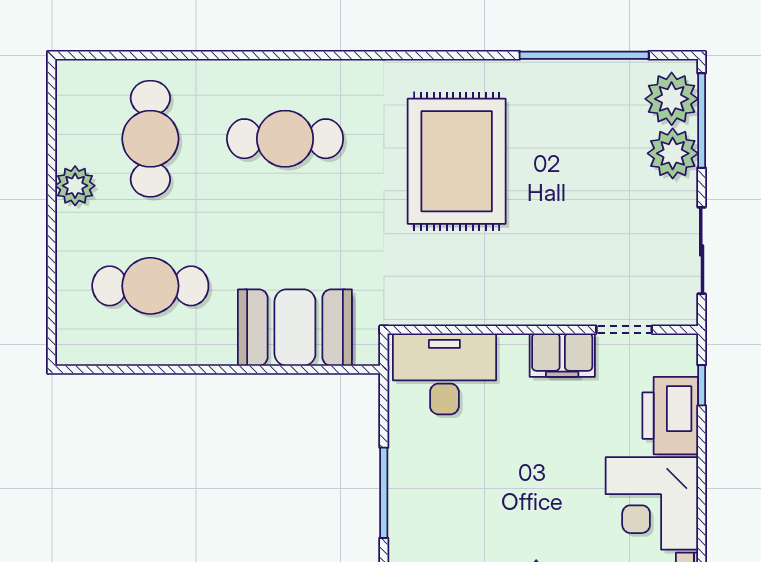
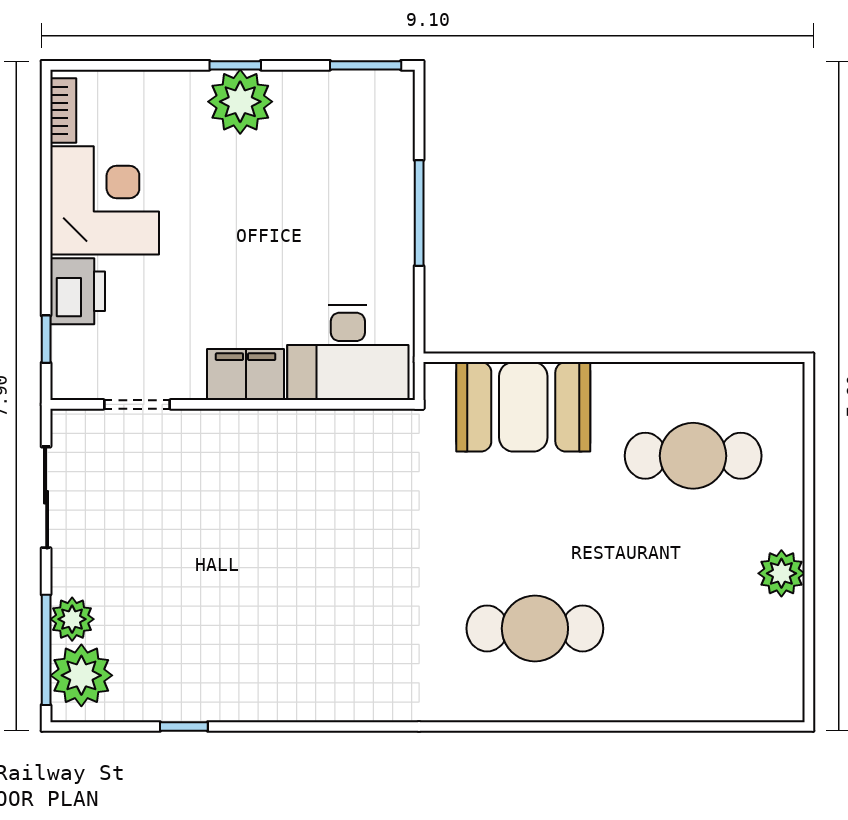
window: (584, 55) -> (184, 726), width x0.32
cafe table: (150, 139) -> (693, 628), removed
plant: (673, 153) -> (72, 619), width x0.73, depth x0.73
rug: (457, 161) -> (334, 602), removed
filing cabinet: (562, 355) -> (246, 375), moved
printer: (670, 416) -> (78, 291), width x0.73, depth x0.84

